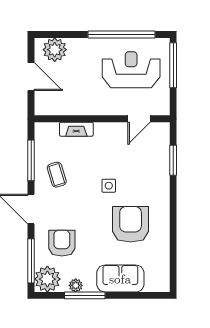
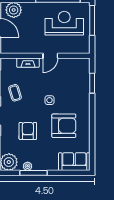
door: (139, 119) -> (50, 56), moved
armchair: (131, 224) -> (64, 126), turned 90
armchair: (62, 243) -> (28, 131), moved
sofa: (120, 279) -> (74, 162), moved

